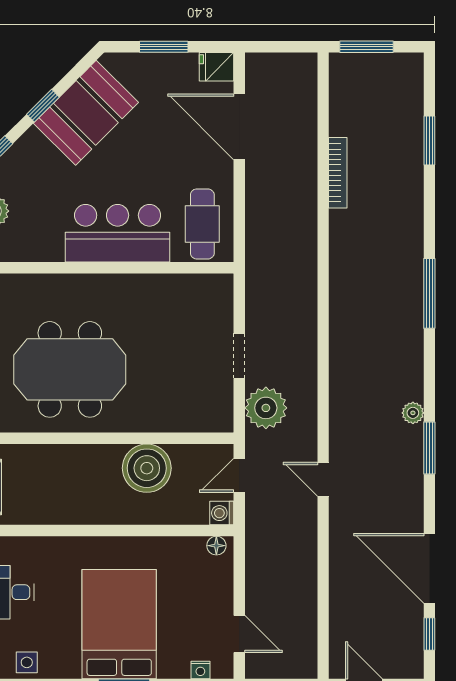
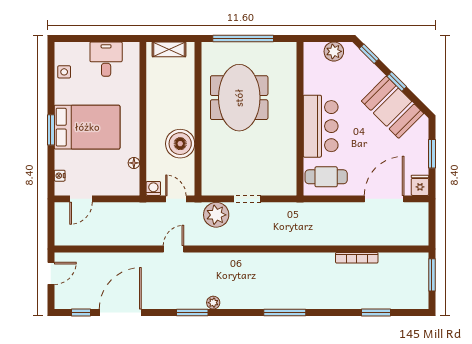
floor lamp: (216, 546) -> (134, 163), moved

